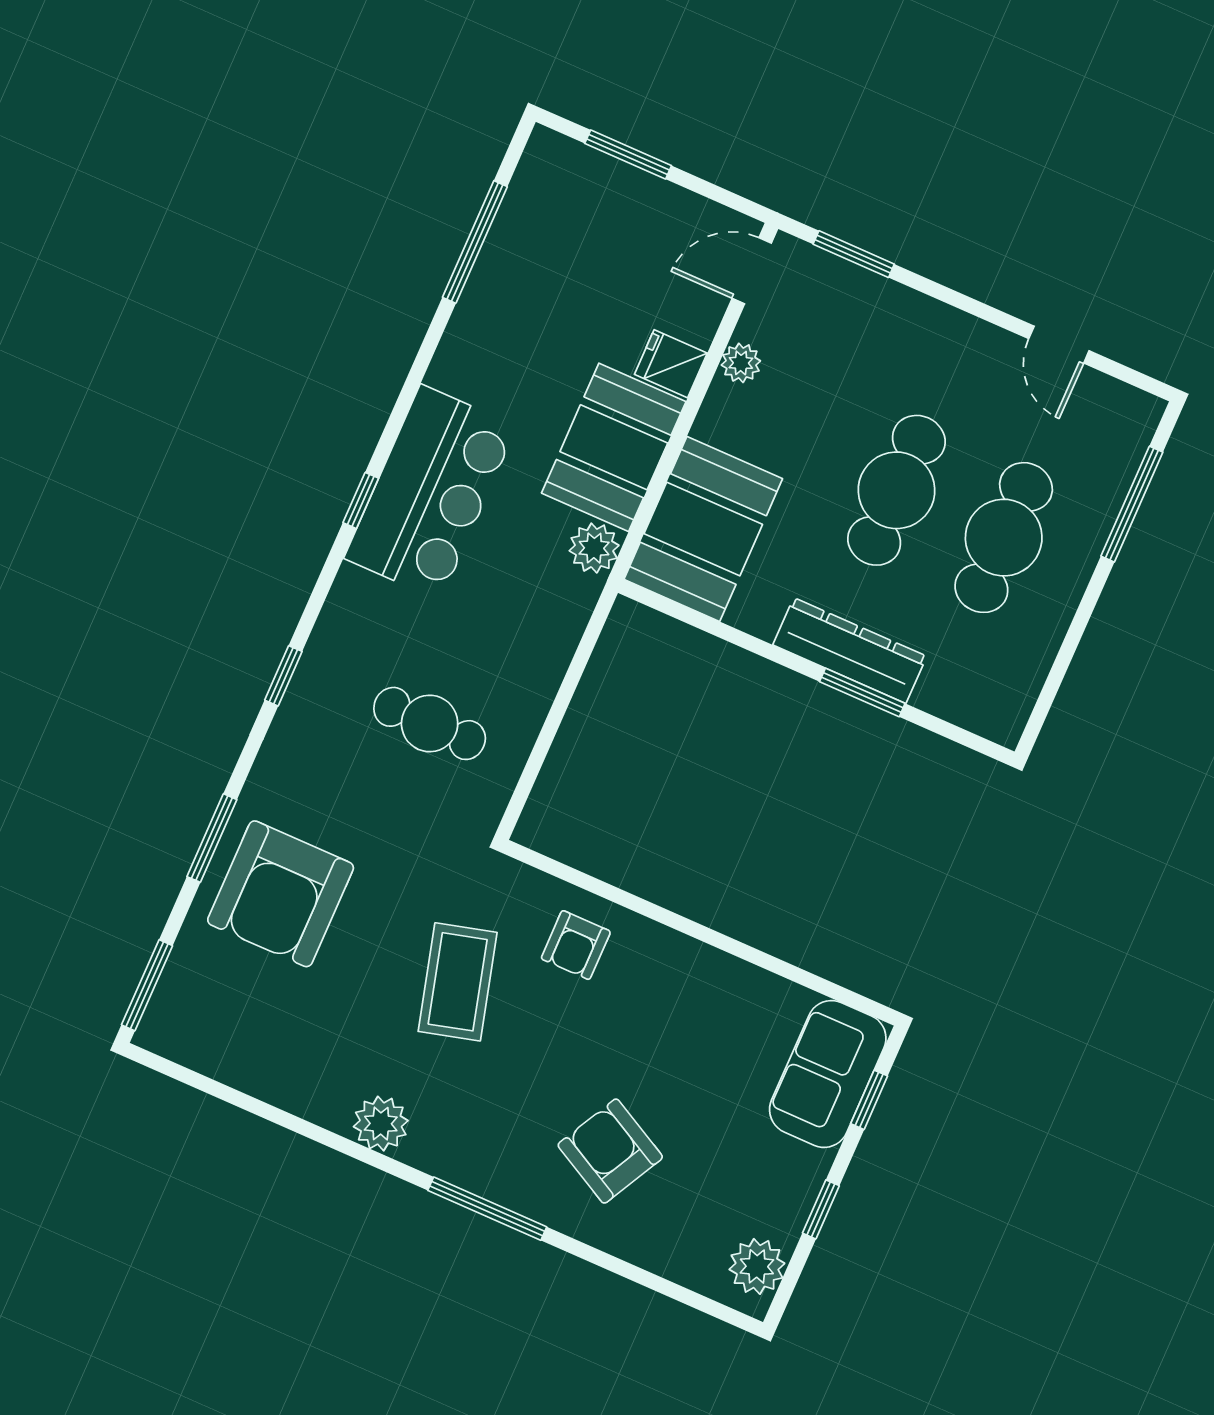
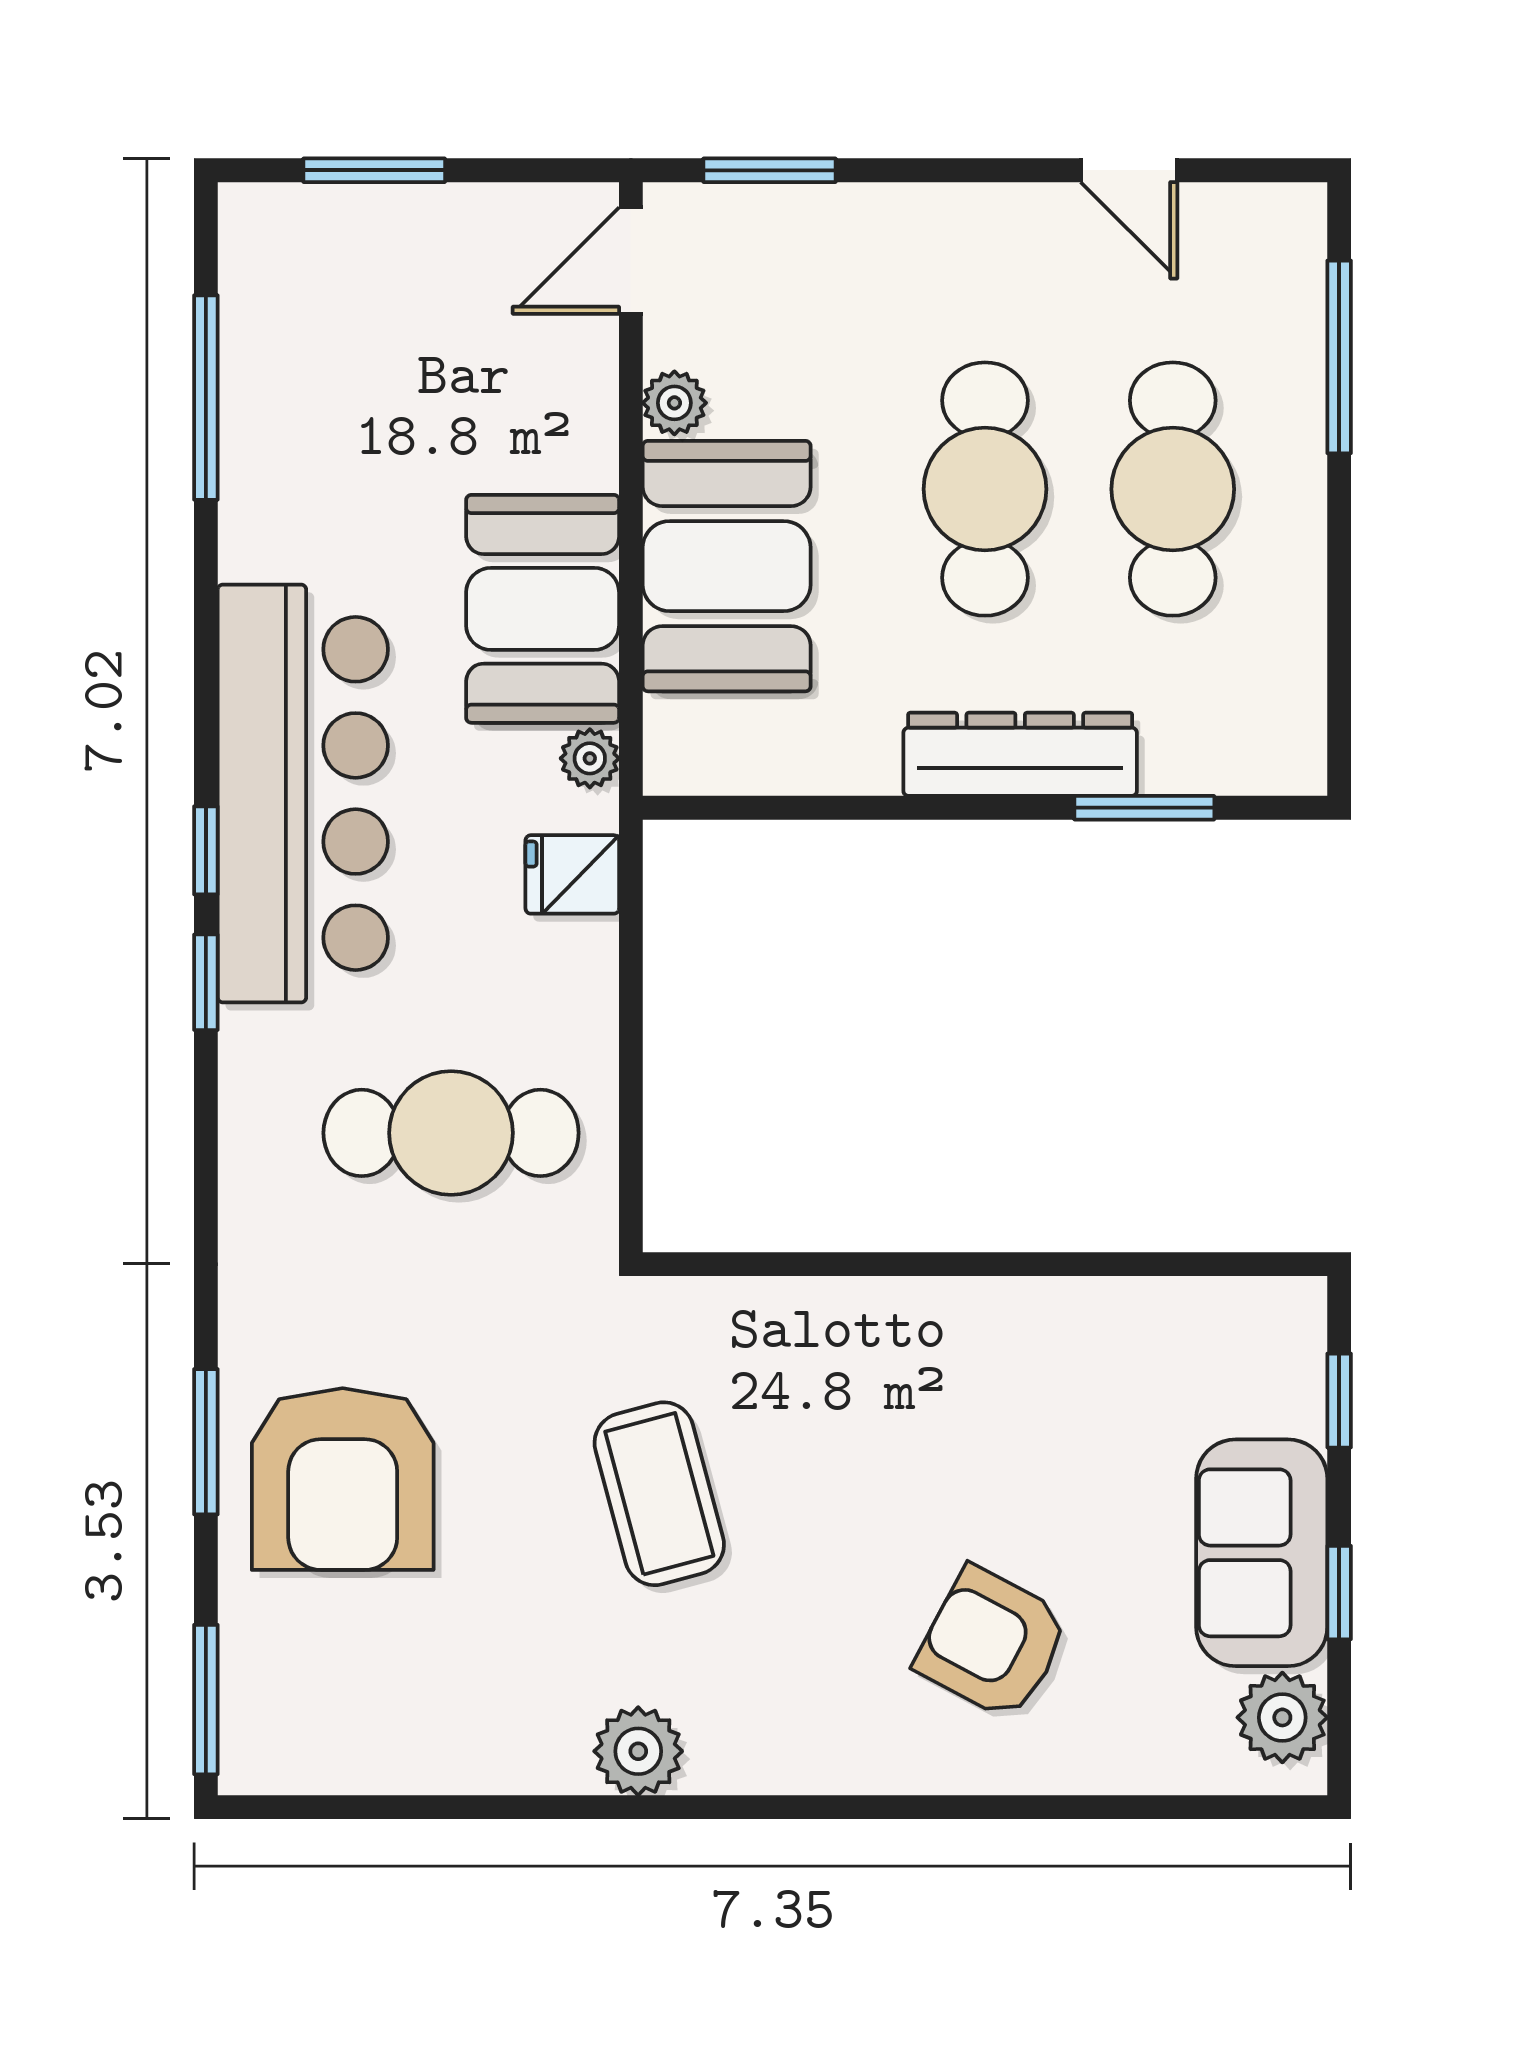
fridge: (671, 364) -> (572, 874), moved
bar counter: (430, 492) -> (303, 794), width x1.36
booth: (703, 529) -> (727, 566), moved
plant: (594, 548) -> (590, 758), width x0.73, depth x0.73
window: (283, 676) -> (206, 982), moved
window: (862, 693) -> (1144, 808), moved
cafe table: (430, 723) -> (451, 1133), width x1.37, depth x1.35
armchair: (576, 945) -> (809, 1363), removed
sofa: (828, 1074) -> (1262, 1553), moved
window: (487, 1209) -> (849, 1807), removed

